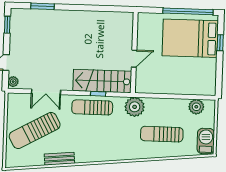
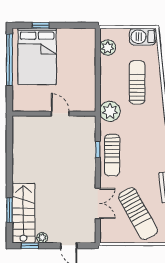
stairs: (102, 81) -> (23, 213), moved, turned 180
plant: (13, 82) -> (42, 238), moved
sun lounger: (162, 134) -> (137, 82), turned 180

